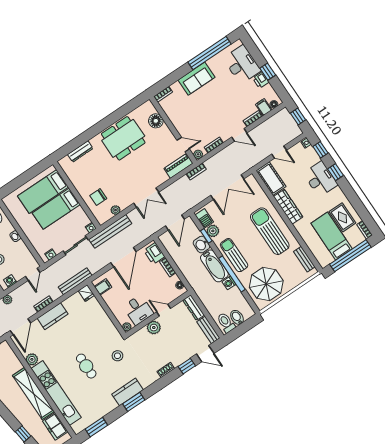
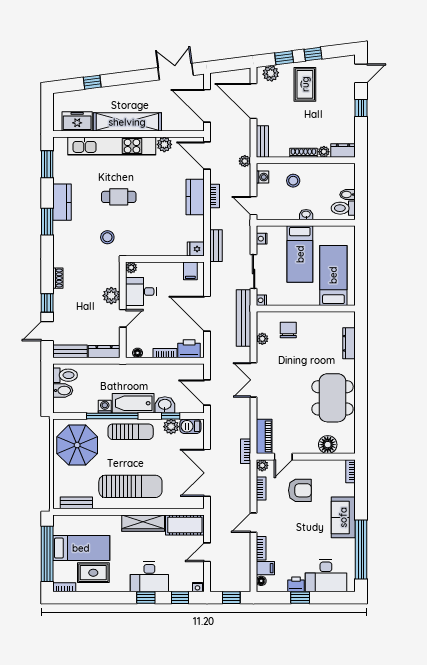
armchair: (198, 119) -> (300, 490), added
bed: (56, 209) -> (300, 254), moved, turned 180
bench: (75, 281) -> (216, 246), width x0.73
kitchen counter: (127, 392) -> (62, 202), moved

